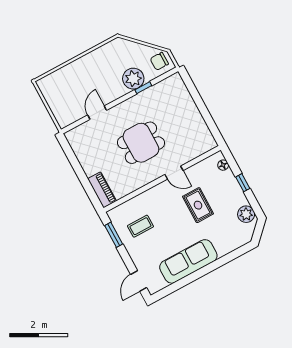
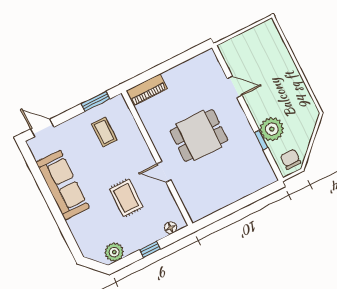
dining table: (141, 143) -> (199, 136), turned 90
door: (174, 173) -> (164, 172), hinge flipped
rug: (198, 205) -> (126, 198), turned 90

